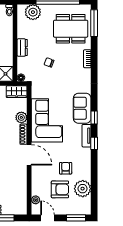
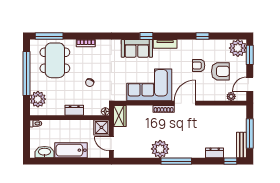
plant: (21, 117) -> (146, 111), removed
window: (94, 143) -> (202, 36), moved
armchair: (60, 189) -> (220, 71), turned 90
plant: (83, 189) -> (238, 48), moved

